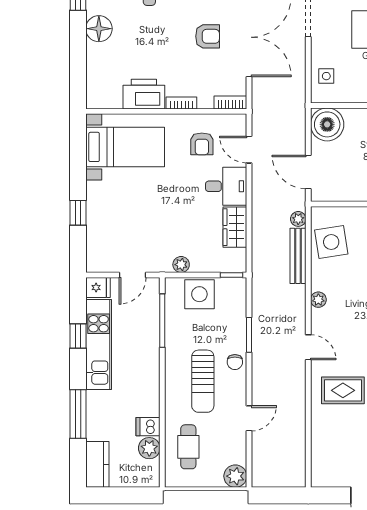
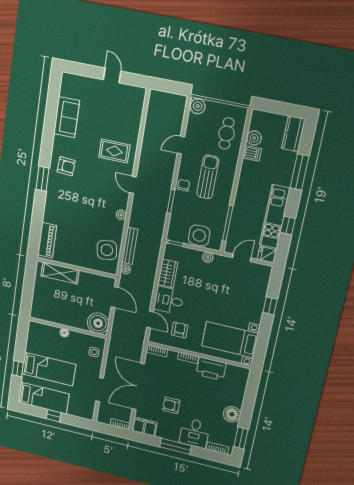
armchair: (208, 36) -> (171, 405), moved

